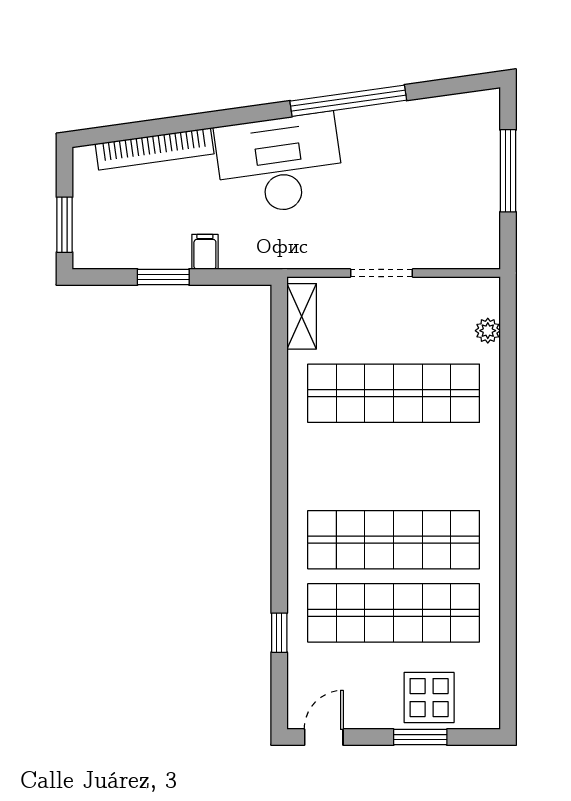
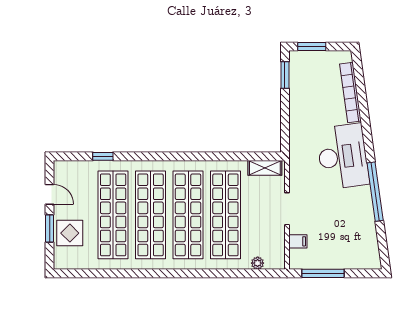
window: (508, 171) -> (323, 273), moved
filing cabinet: (205, 252) -> (298, 241), moved
window: (163, 277) -> (285, 75), moved
shop shelf: (394, 466) -> (188, 215), added
door: (324, 737) -> (50, 194), moved

